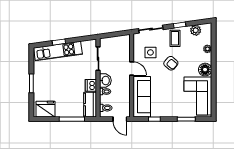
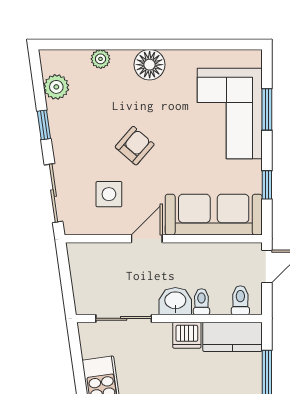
coffee table: (175, 38) -> (75, 136), removed
corner sofa: (198, 96) -> (230, 114), moved, turned 90

